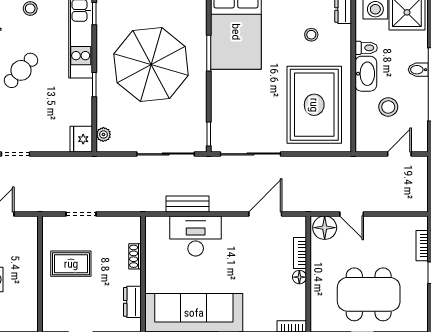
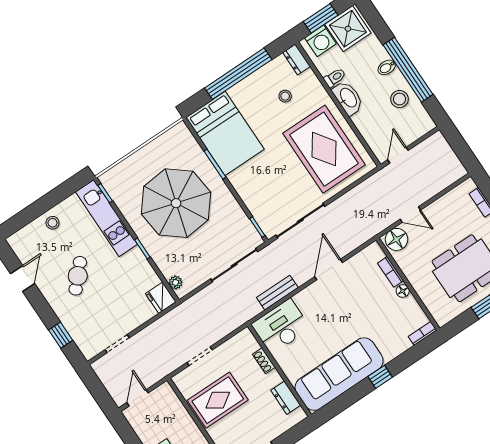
stool: (388, 107) -> (400, 99), moved
door: (399, 154) -> (398, 155), moved
door: (265, 214) -> (329, 270), moved
desk: (196, 236) -> (281, 326), moved
rug: (71, 264) -> (218, 400), width x1.36, depth x1.43

